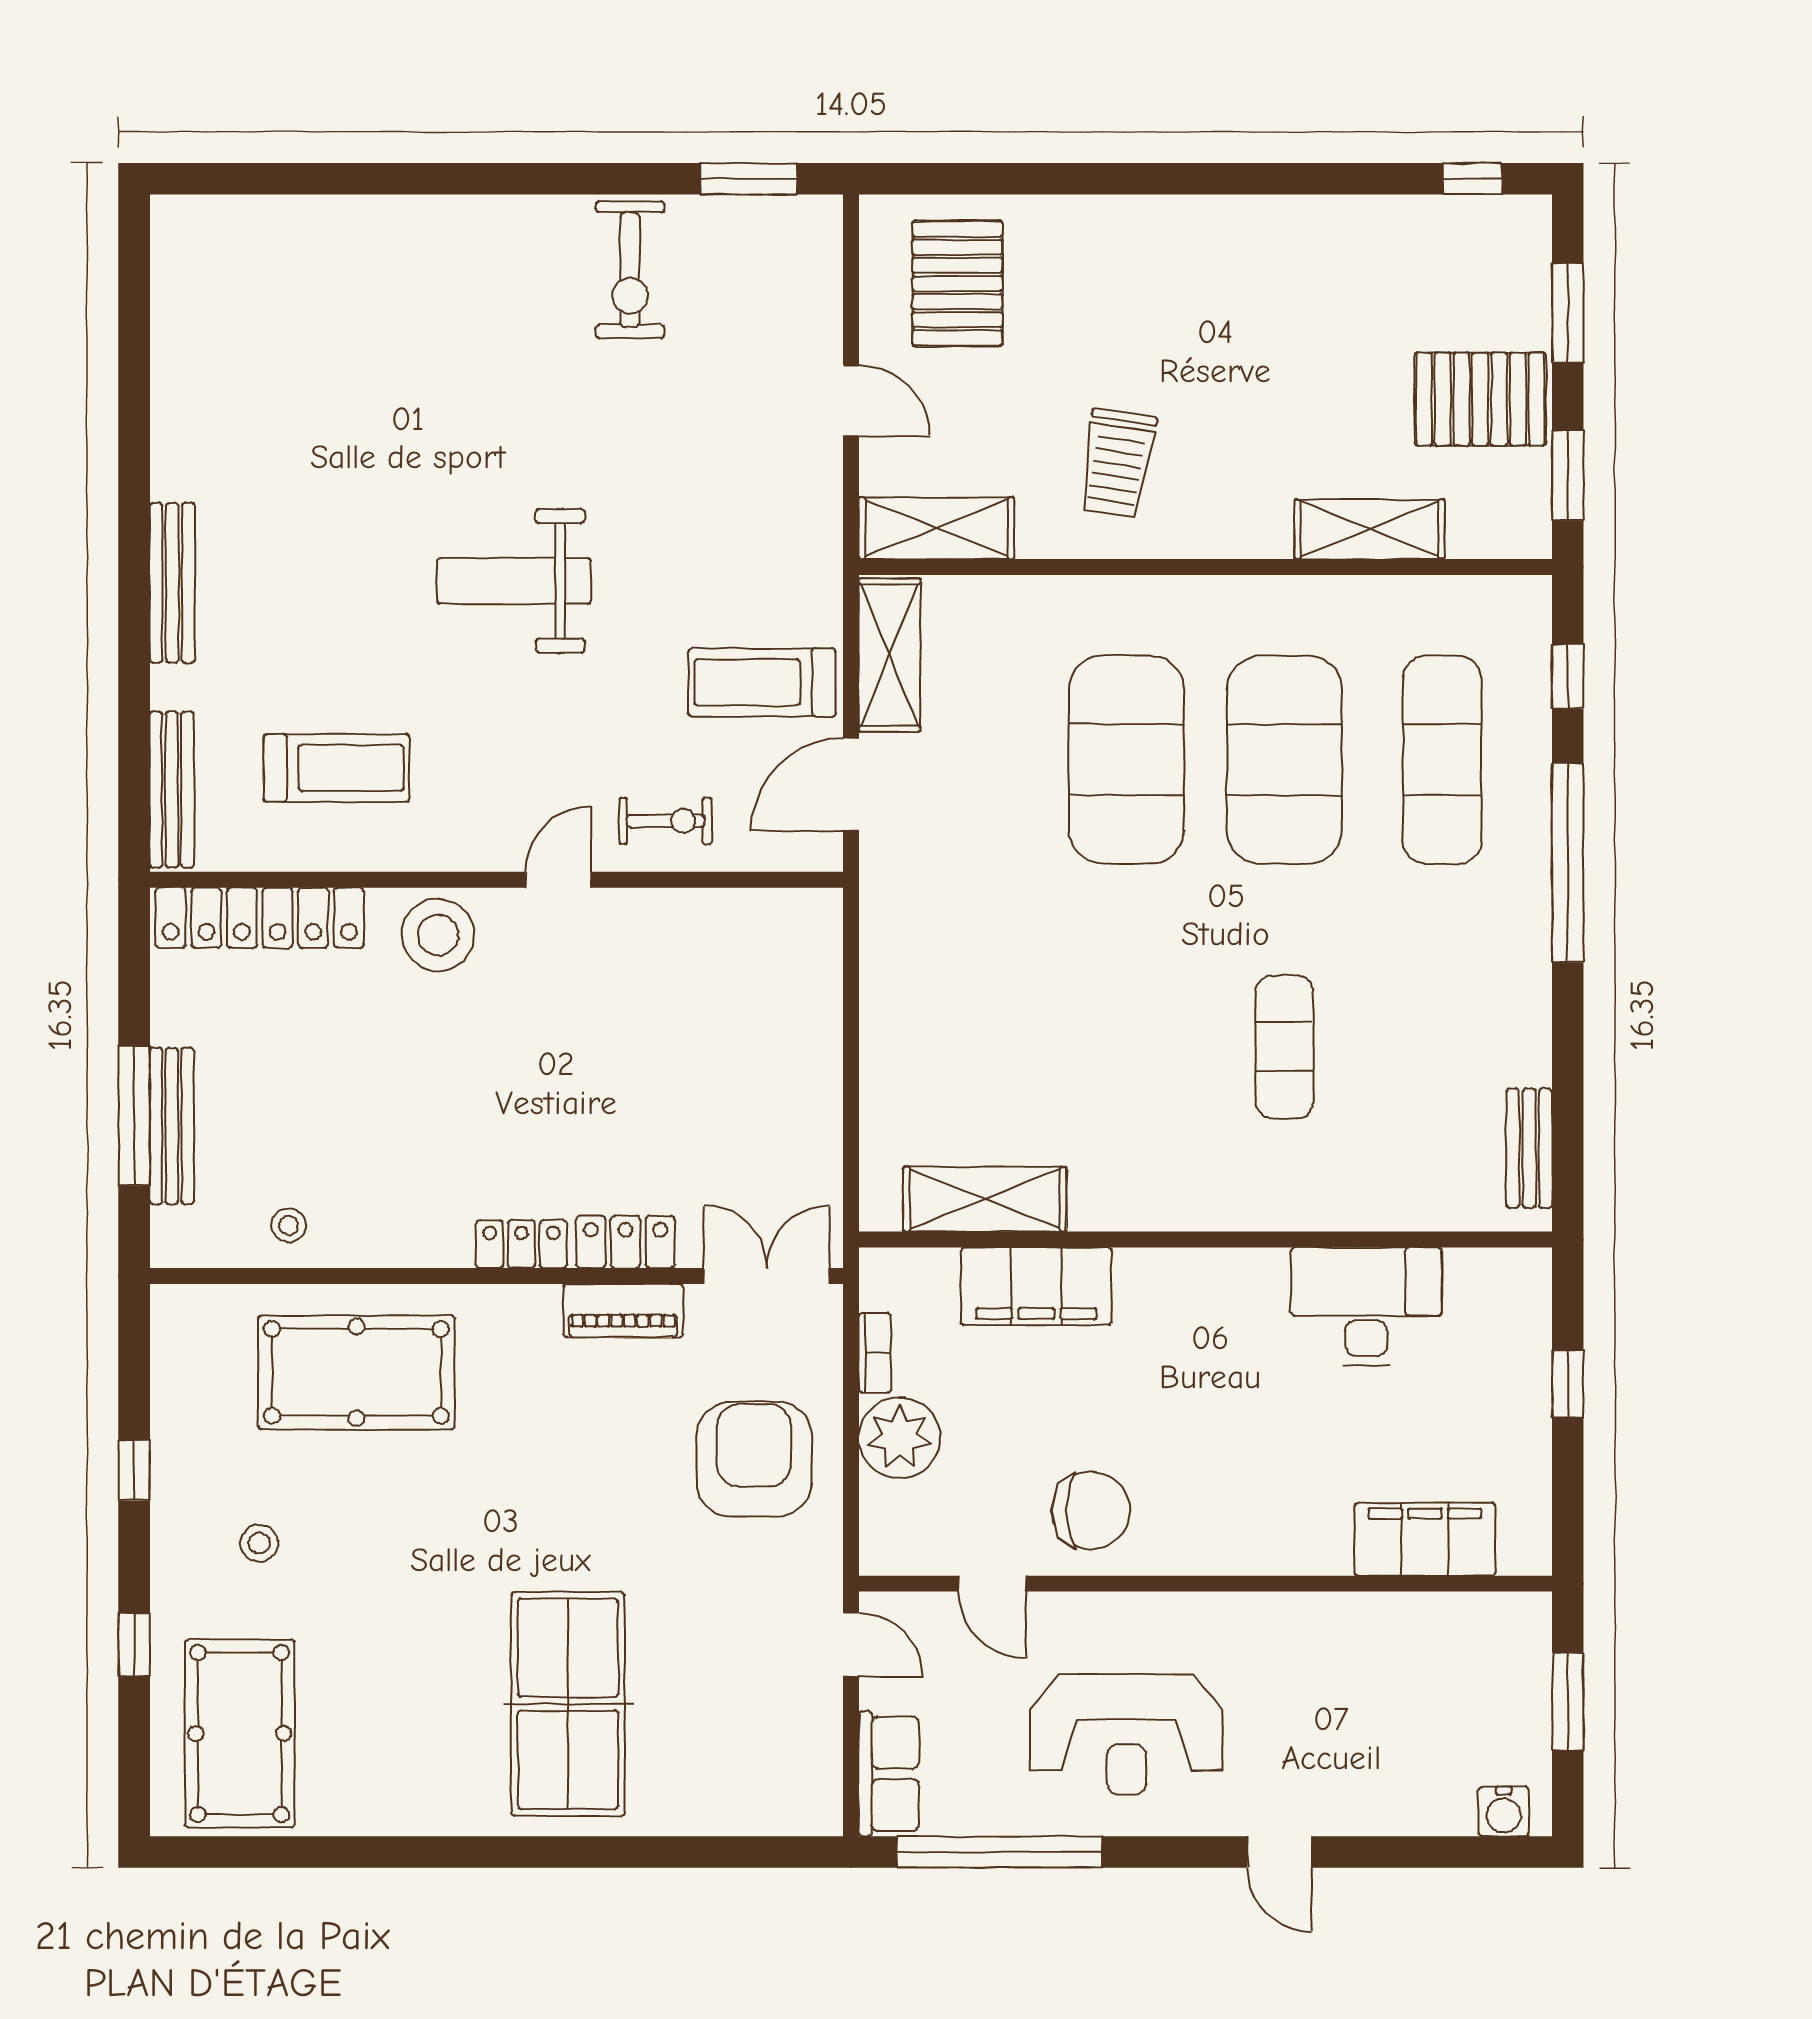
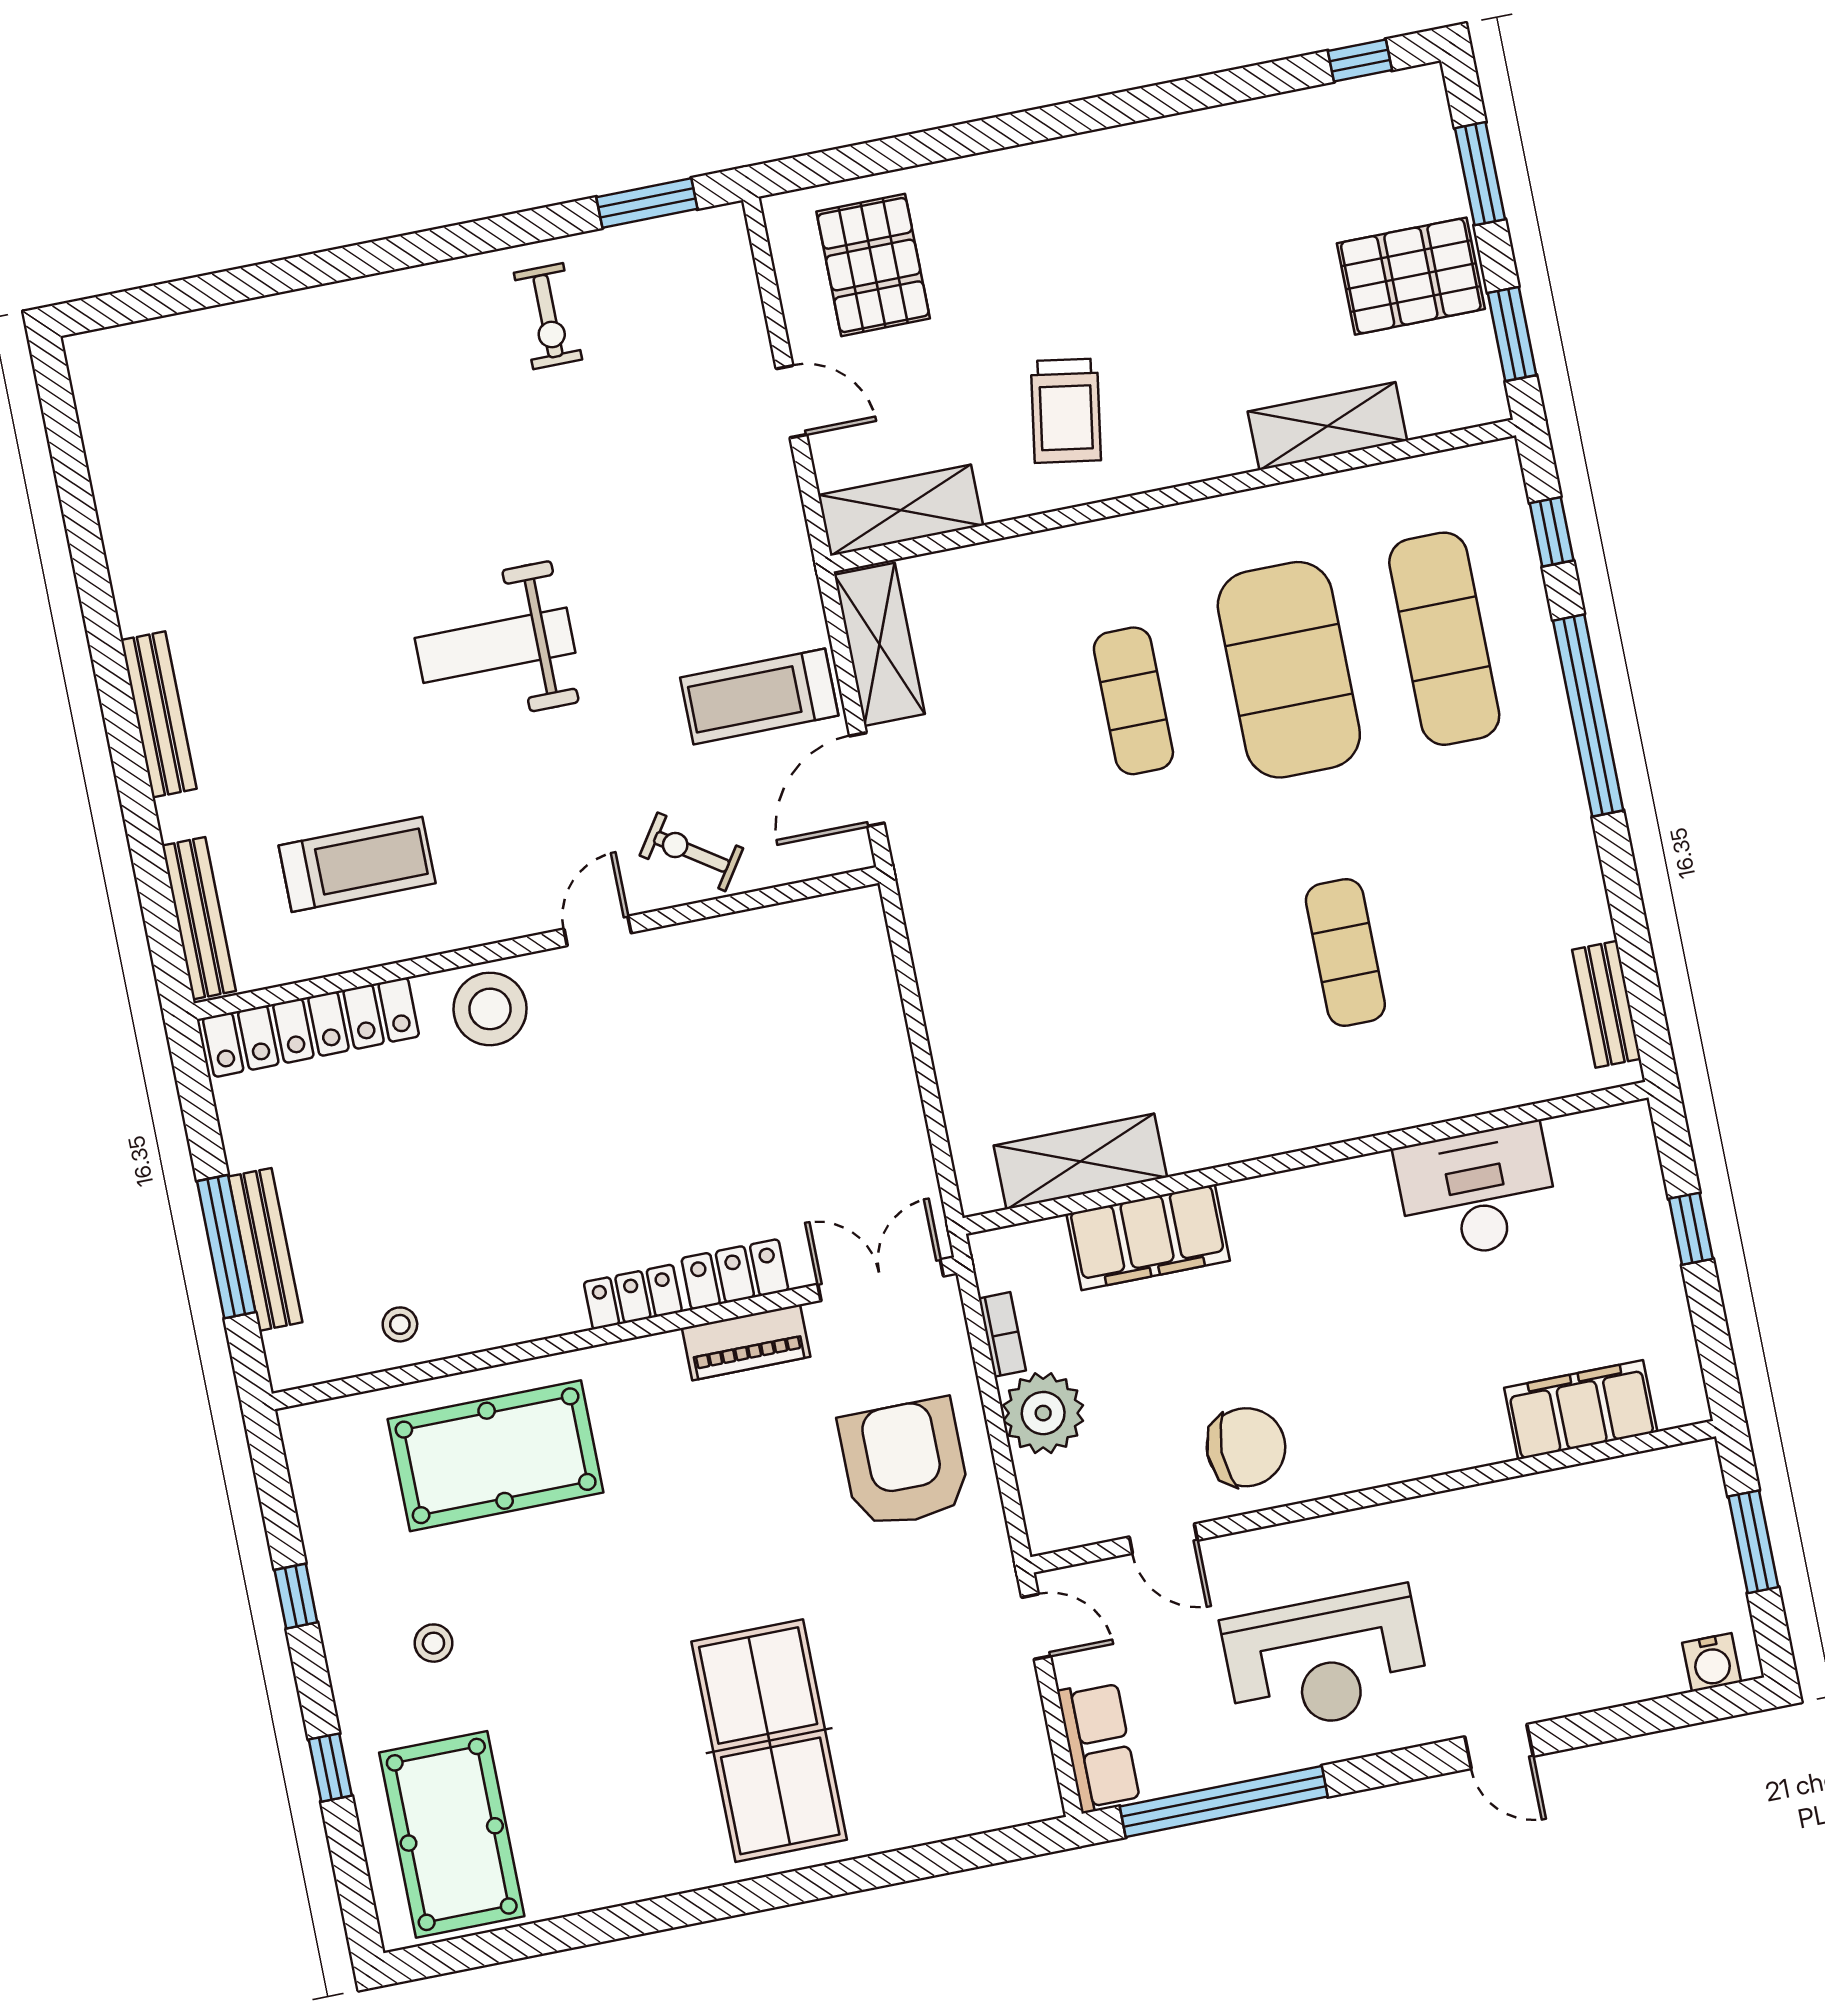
exercise bike: (630, 270) -> (548, 316), width x0.73, depth x0.72
exercise mat: (1127, 760) -> (1133, 701), width x0.50, depth x0.69
exercise bike: (665, 821) -> (691, 852), turned -146

